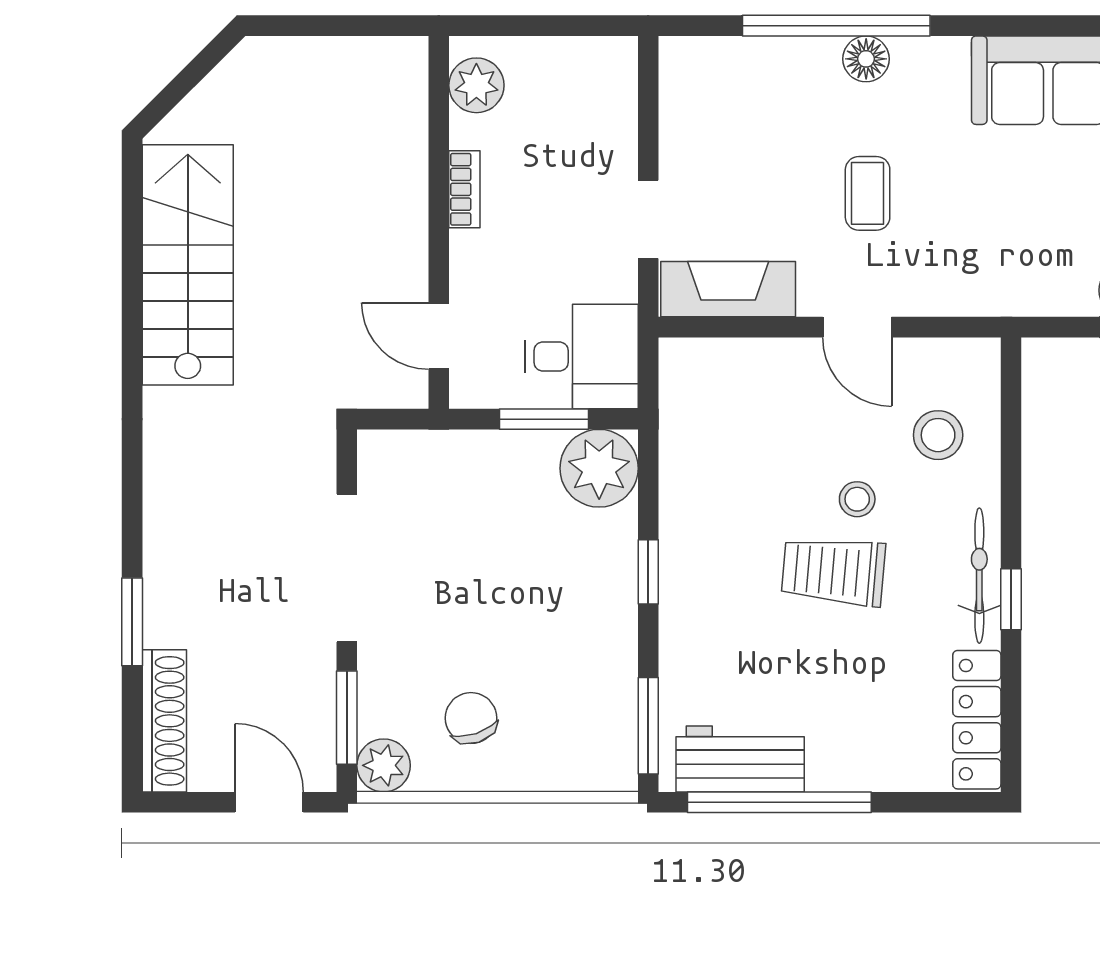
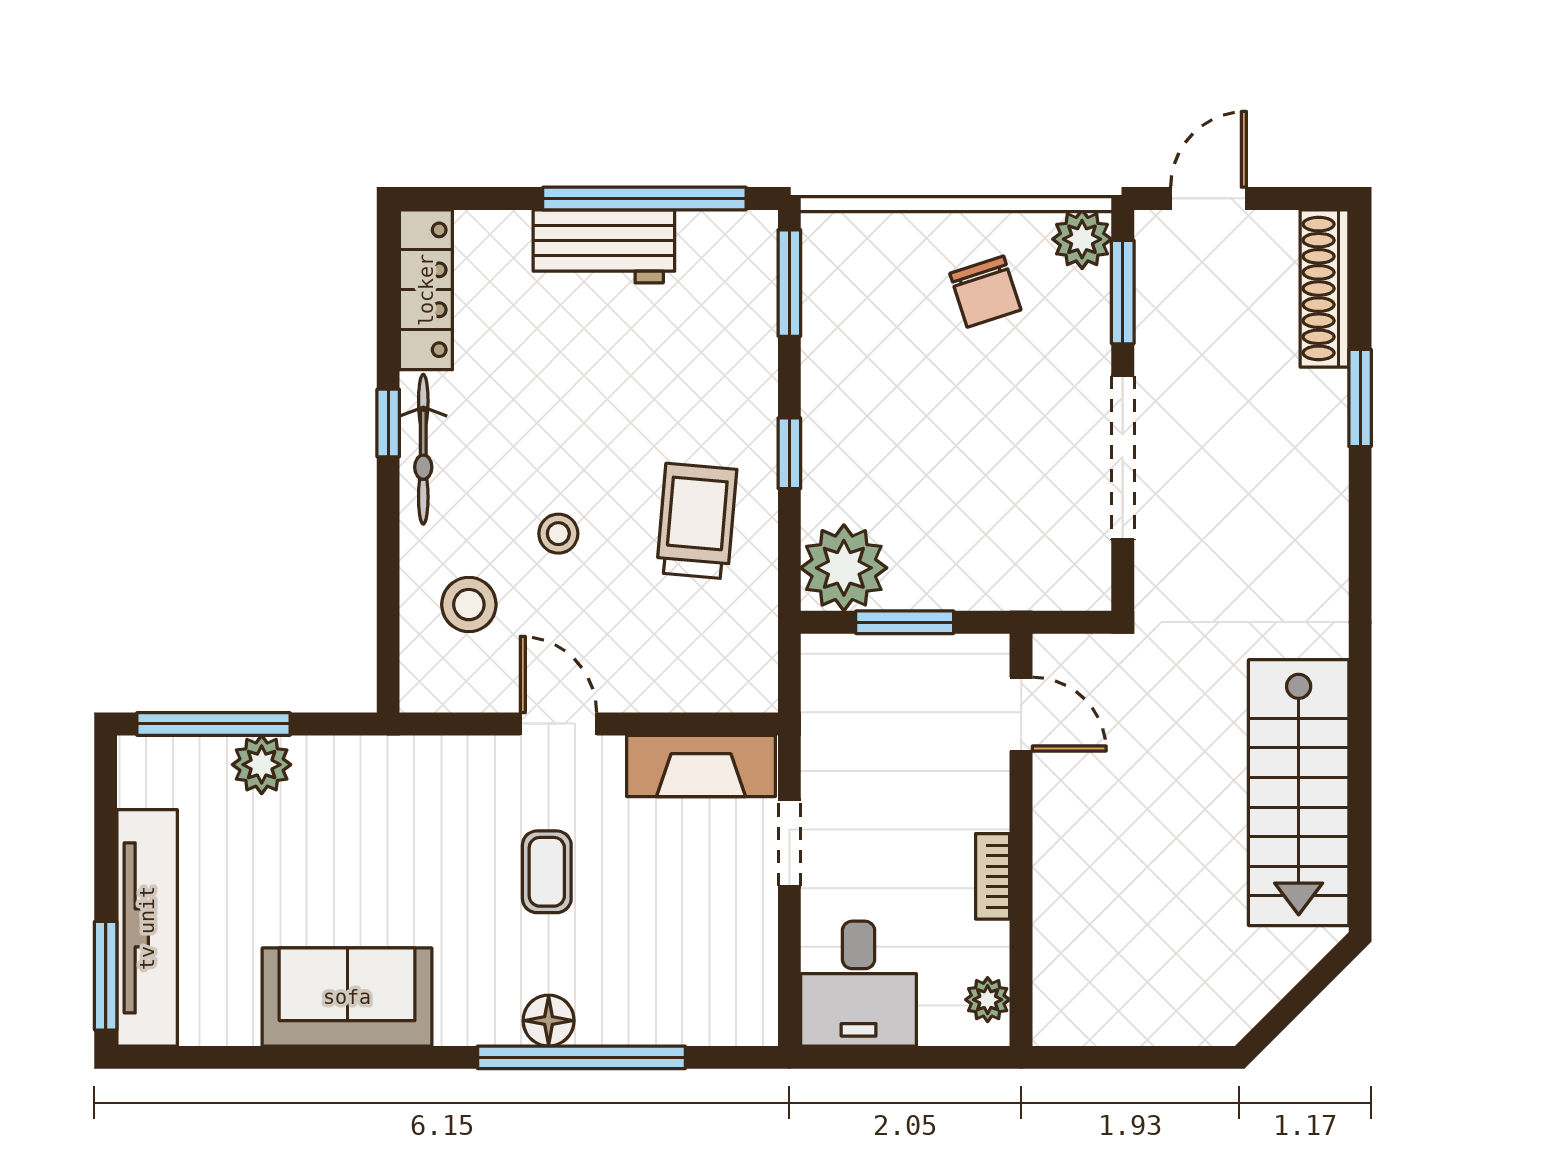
plant: (476, 85) -> (988, 1000), width x0.73, depth x0.73
desk: (582, 357) -> (859, 984), moved, turned -90
trolley: (833, 571) -> (697, 521), moved, turned -90
workbench: (740, 759) -> (604, 246), moved
door: (269, 802) -> (1209, 198), swing flipped

